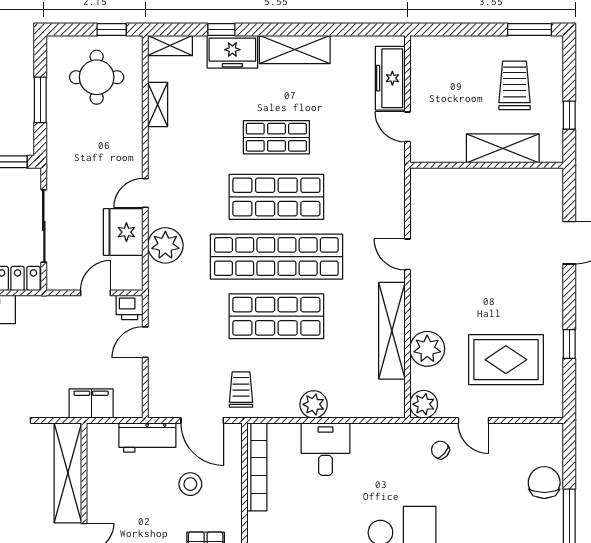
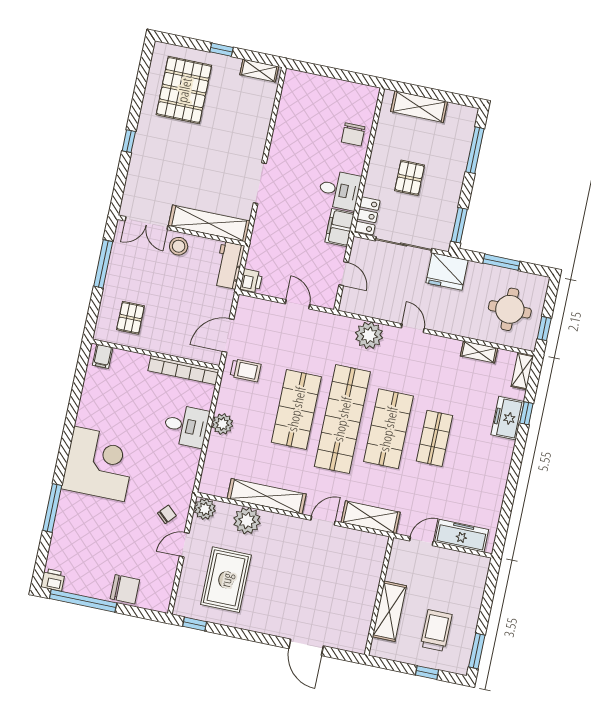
shelving: (295, 50) -> (371, 517), moved, turned 90
trolley: (515, 85) -> (436, 630), turned -90
window: (569, 115) -> (427, 673), moved
fridge: (123, 232) -> (447, 271), moved, turned 180
printer: (130, 307) -> (251, 281), moved, turned 180
window: (569, 344) -> (195, 624), moved
filing cabinet: (91, 403) -> (340, 228), moved, turned 180
workbench: (147, 437) -> (229, 265), moved
stool: (190, 484) -> (179, 246), moved

